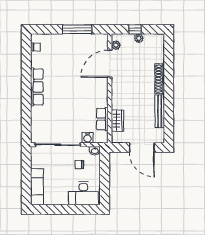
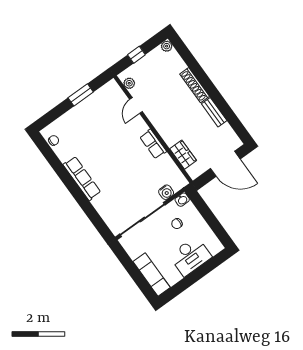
window: (77, 29) -> (81, 95), width x0.69
plant: (139, 38) -> (167, 46), moved
door: (110, 64) -> (136, 105), width x0.53
bench: (160, 111) -> (214, 112), width x0.73
row of seats: (102, 119) -> (153, 144), moved
desk: (83, 193) -> (190, 256), moved

